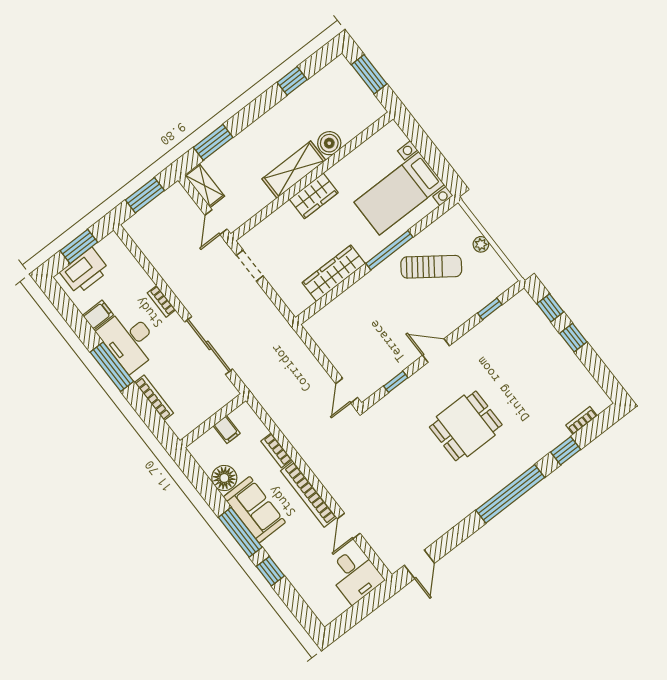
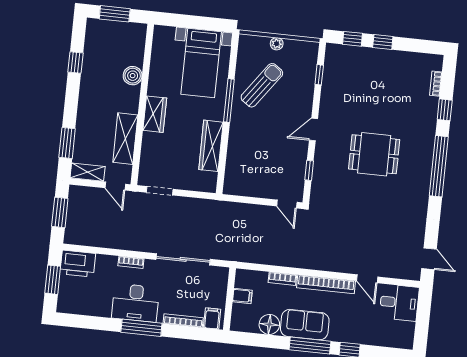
shelving: (294, 170) -> (125, 139), moved
printer: (85, 271) -> (78, 264), moved, turned 90
filing cabinet: (98, 315) -> (212, 318), moved
dining table: (466, 426) -> (374, 154), turned 90

